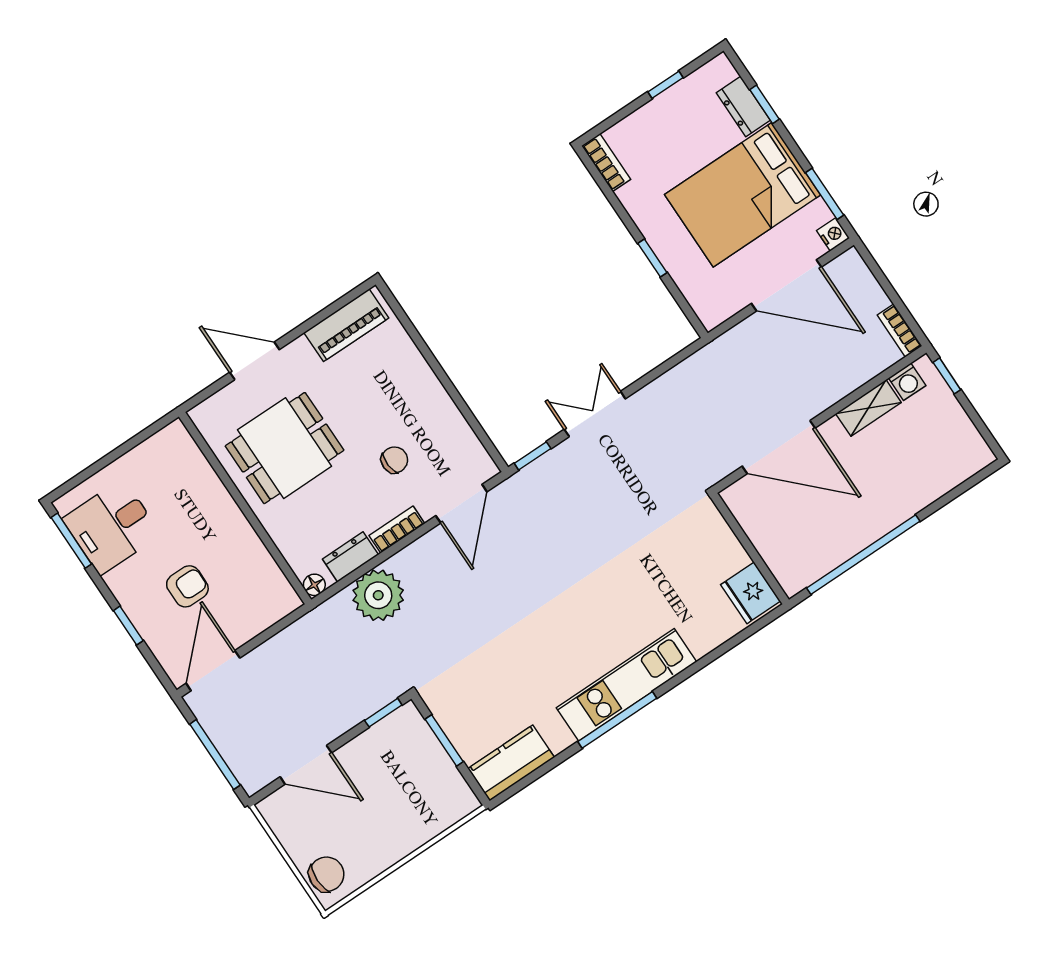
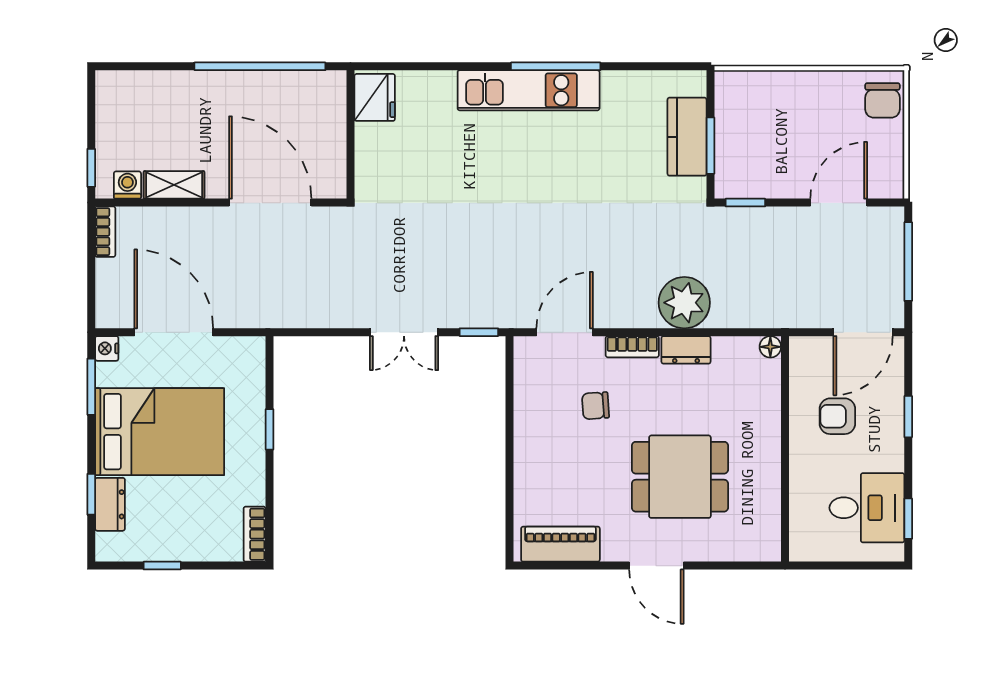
wall: (245, 508) -> (785, 449), moved
window: (71, 541) -> (908, 519), width x0.67
floor lamp: (314, 585) -> (770, 347), moved
kitchen counter: (511, 763) -> (687, 137), moved, turned 90
door: (306, 765) -> (839, 203), hinge flipped
chair: (326, 874) -> (882, 100), turned -90

